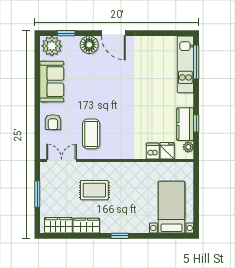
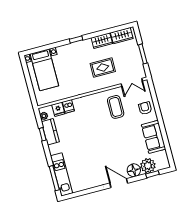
plant: (52, 46) -> (148, 166), moved

